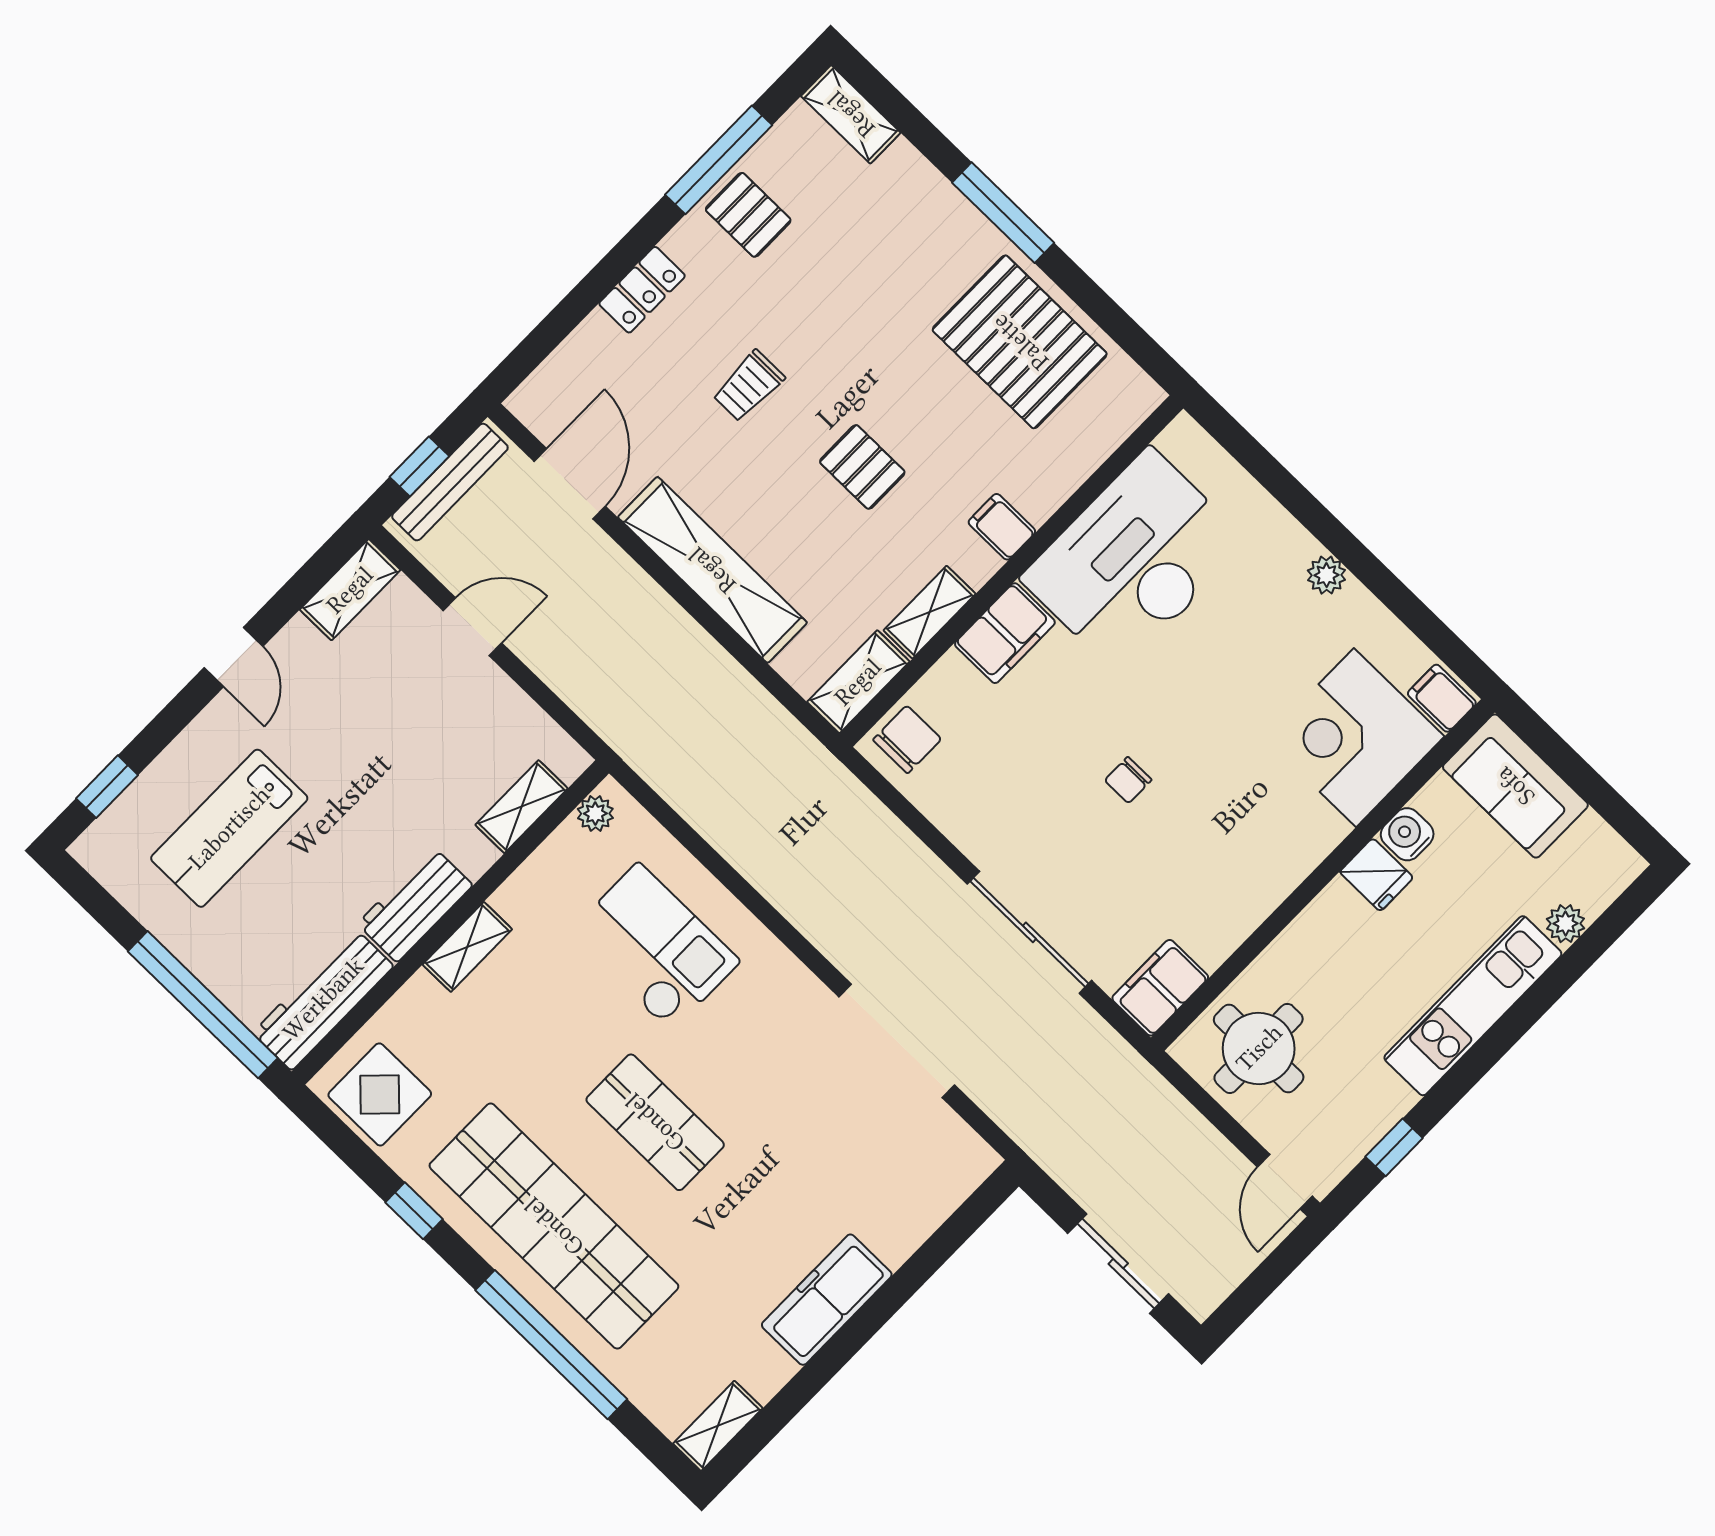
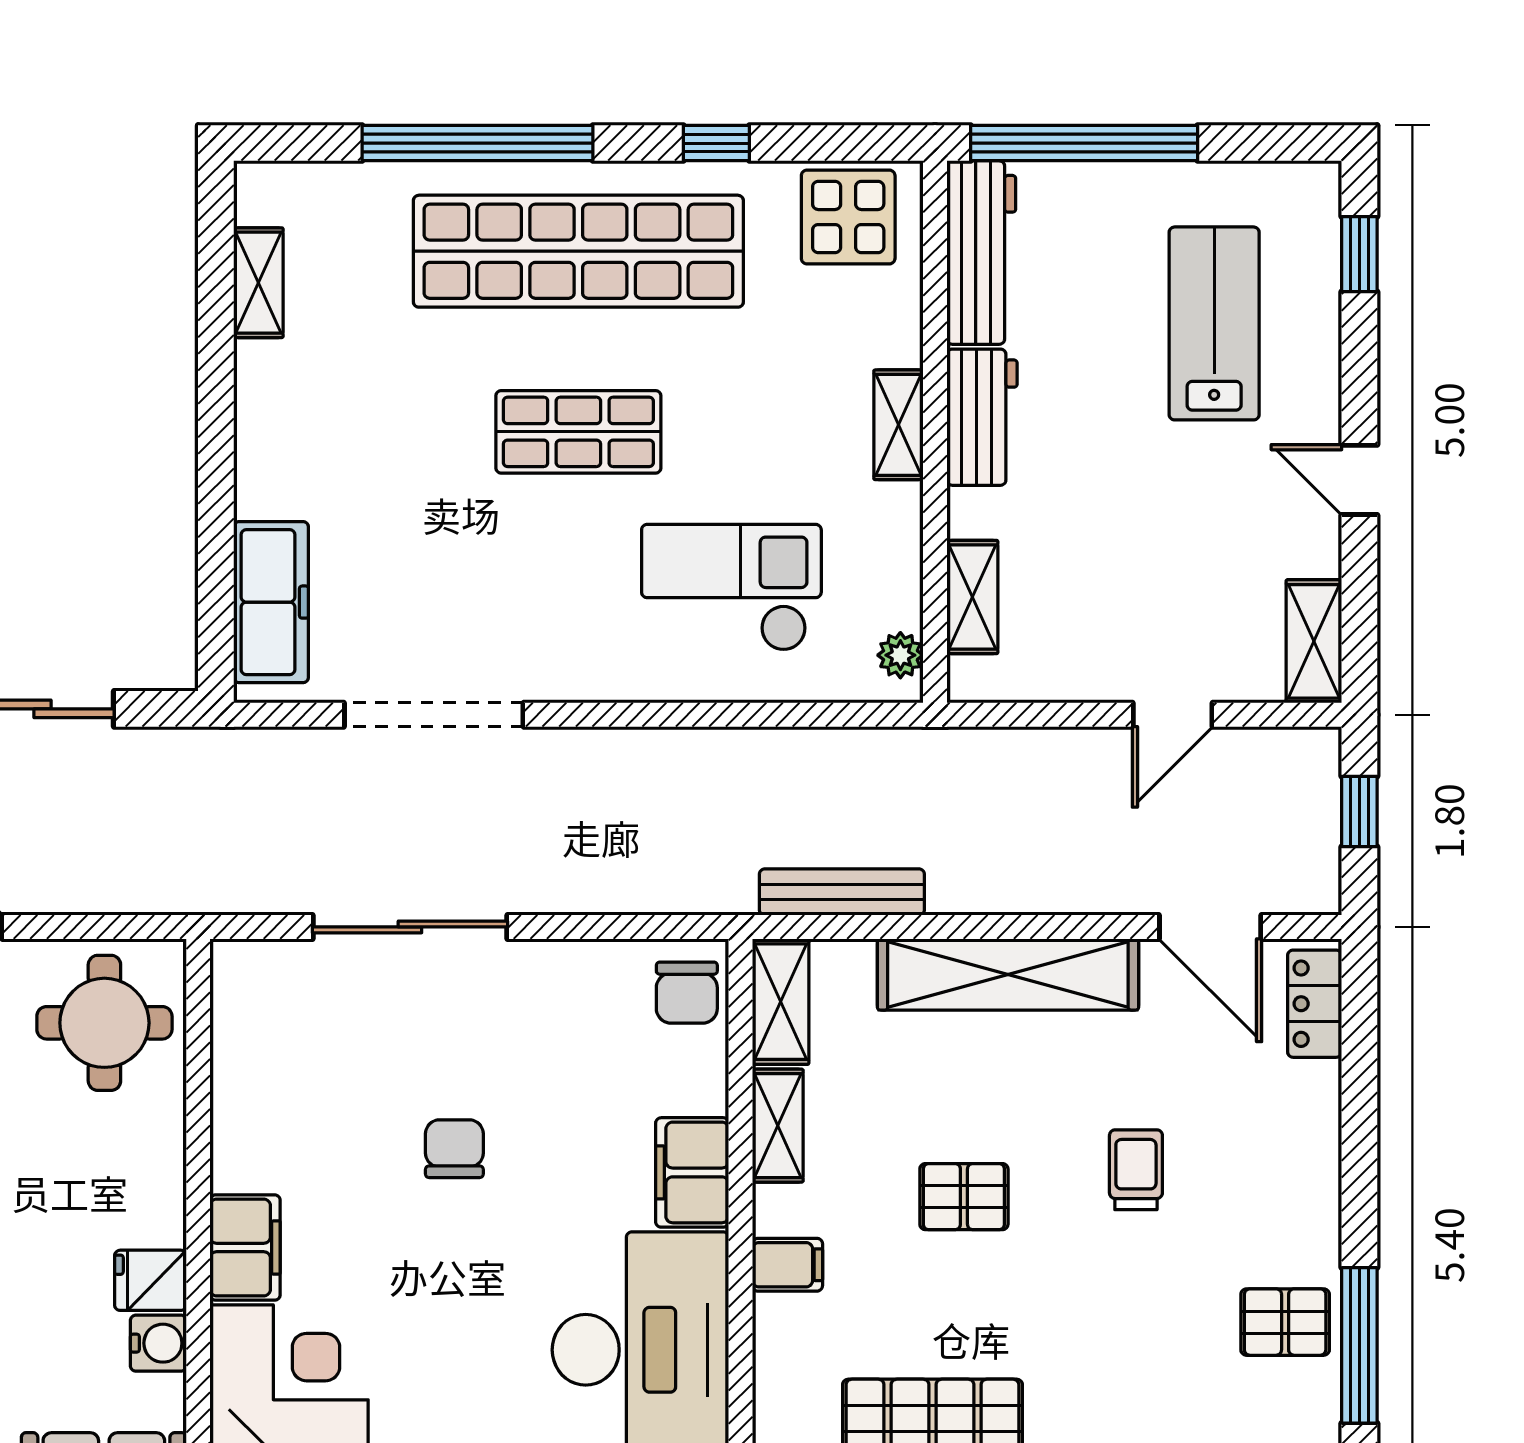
locker: (642, 290) -> (1315, 1004), moved
bench: (450, 482) -> (842, 892), moved, turned 90
chair: (1128, 780) -> (454, 1149), width x1.37, depth x1.37
checkout: (654, 947) -> (731, 588), turned 180
filing cabinet: (1160, 988) -> (245, 1248), moved
freezer: (827, 1300) -> (271, 602), moved
shelving: (718, 1426) -> (258, 283), moved

